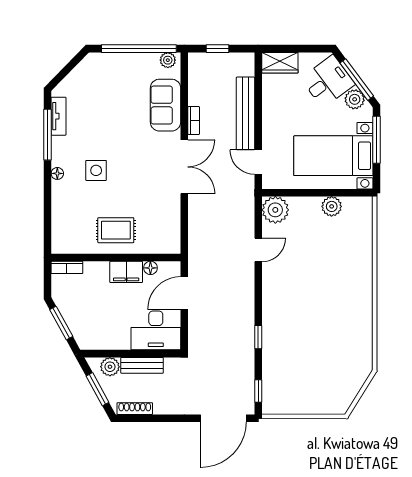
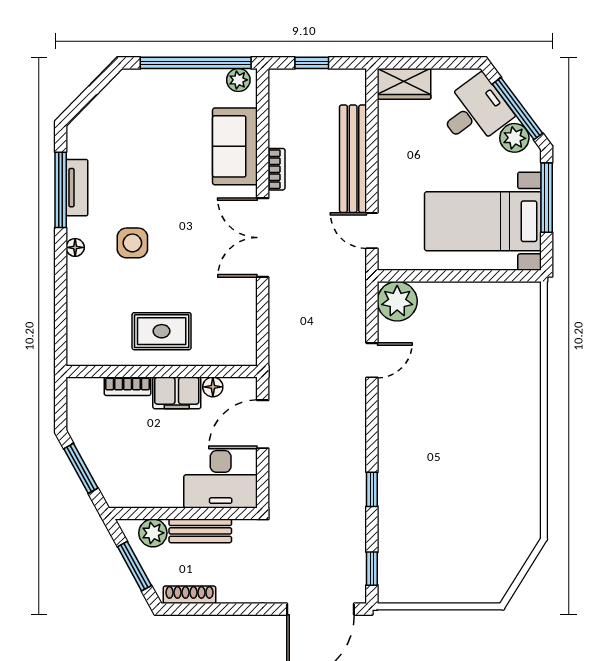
tv unit: (59, 116) -> (77, 188), moved
double door: (184, 167) -> (263, 238), swing flipped
plant: (332, 206) -> (480, 296), removed
bookcase: (67, 267) -> (128, 386), moved

